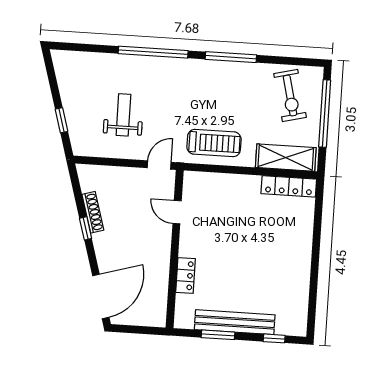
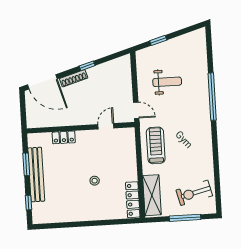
window: (231, 57) -> (215, 150), removed
window: (325, 113) -> (185, 218), width x0.68
treadmill: (214, 143) -> (156, 145), turned 180
shoe rack: (93, 212) -> (74, 78), moved
stool: (254, 238) -> (95, 181), added

